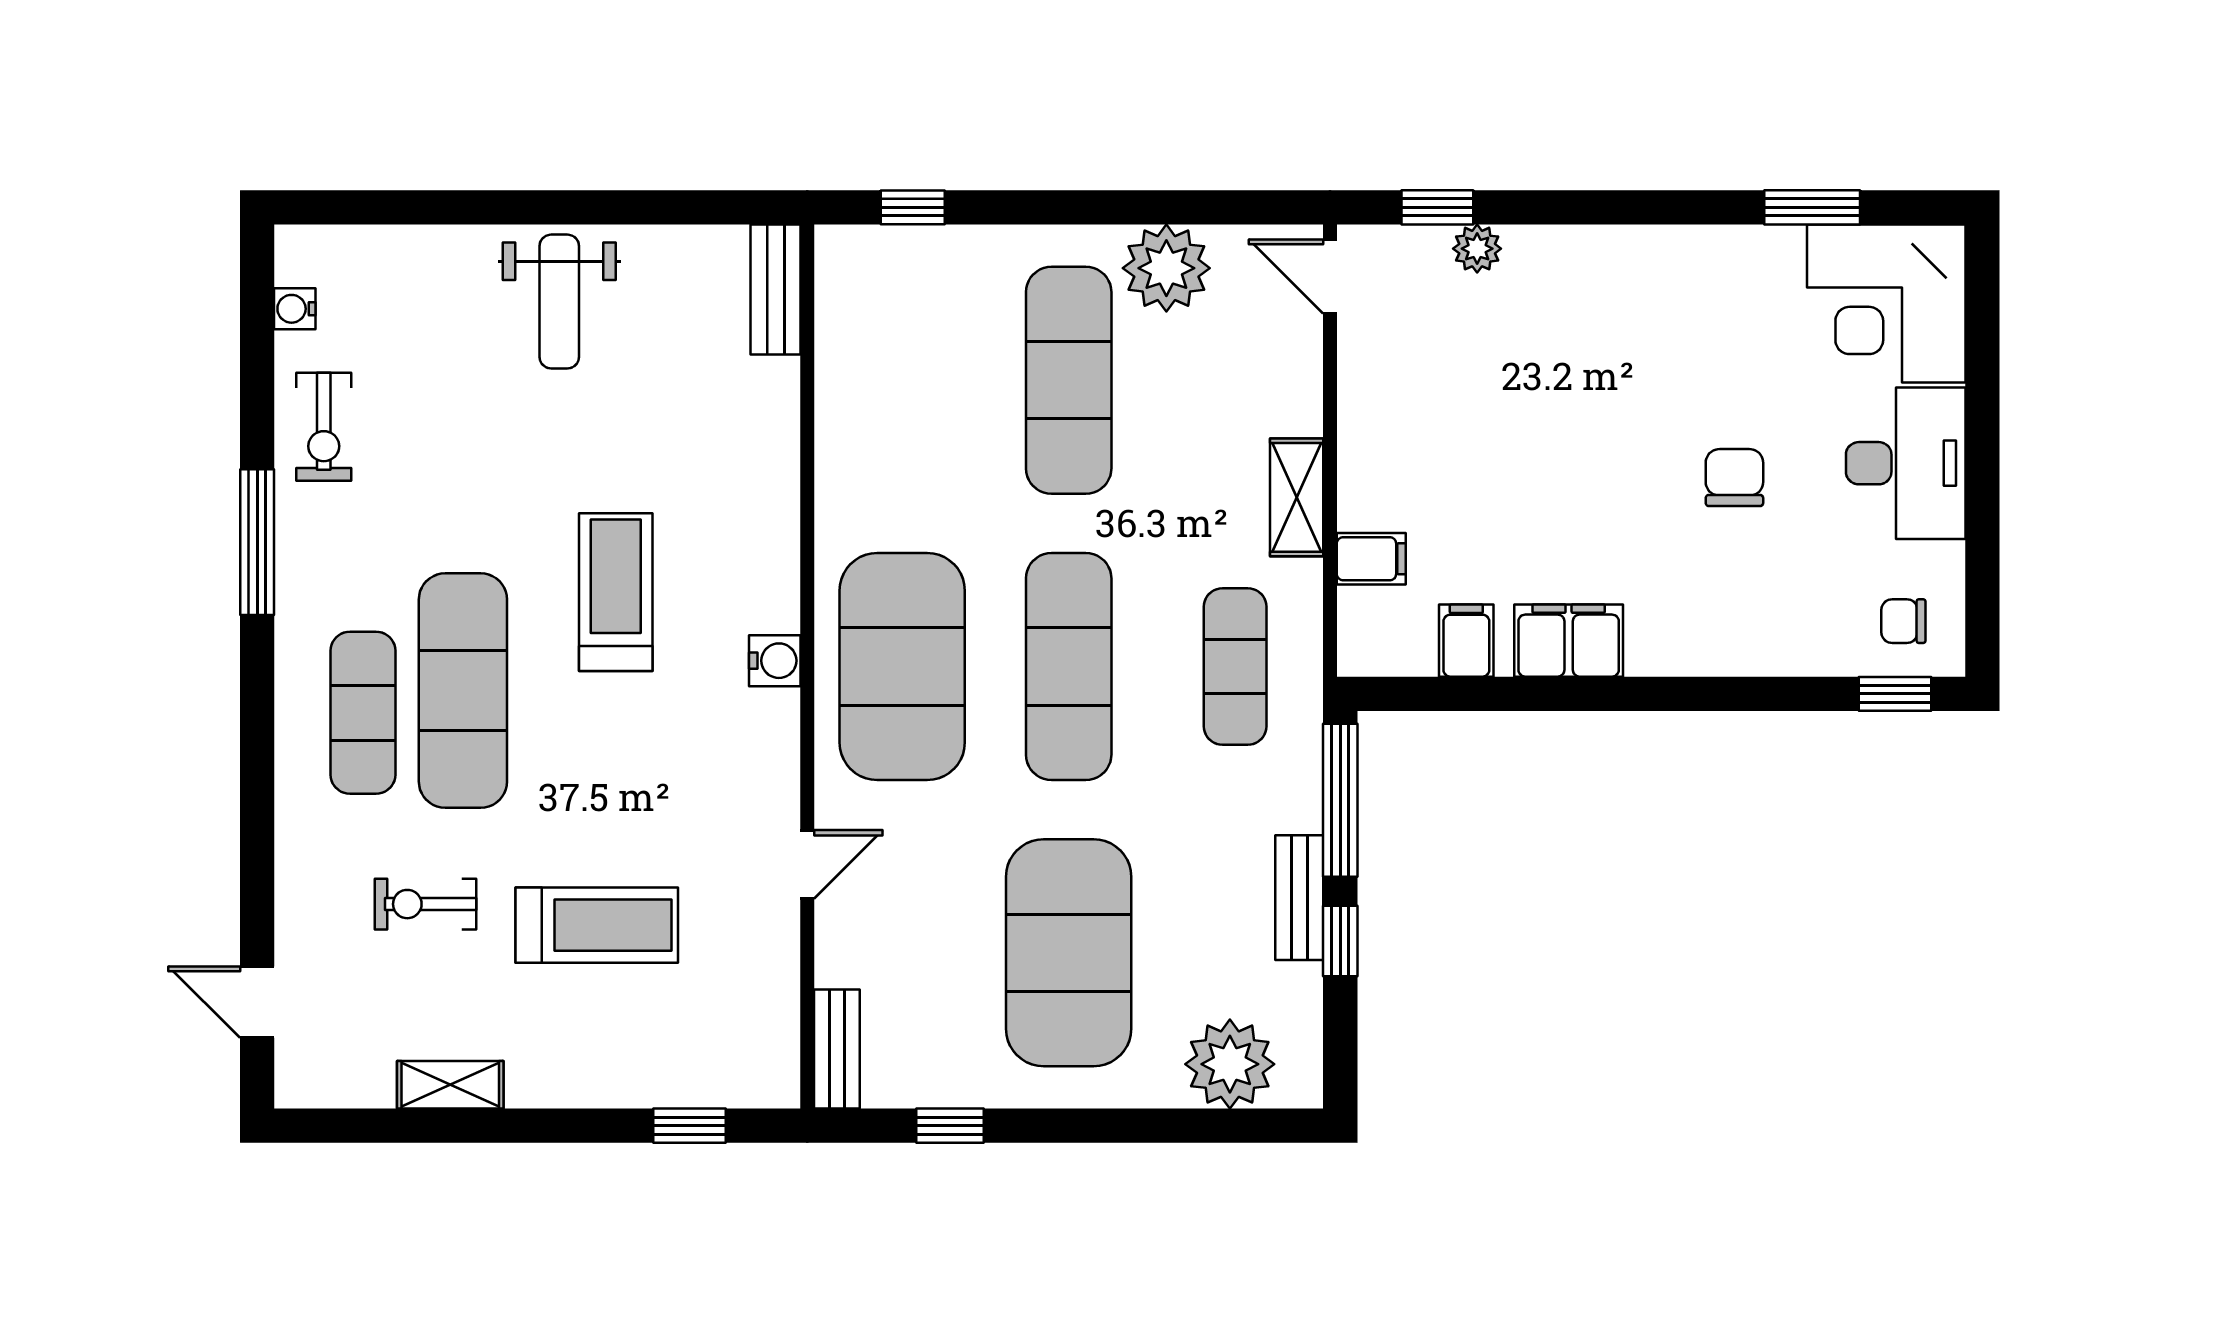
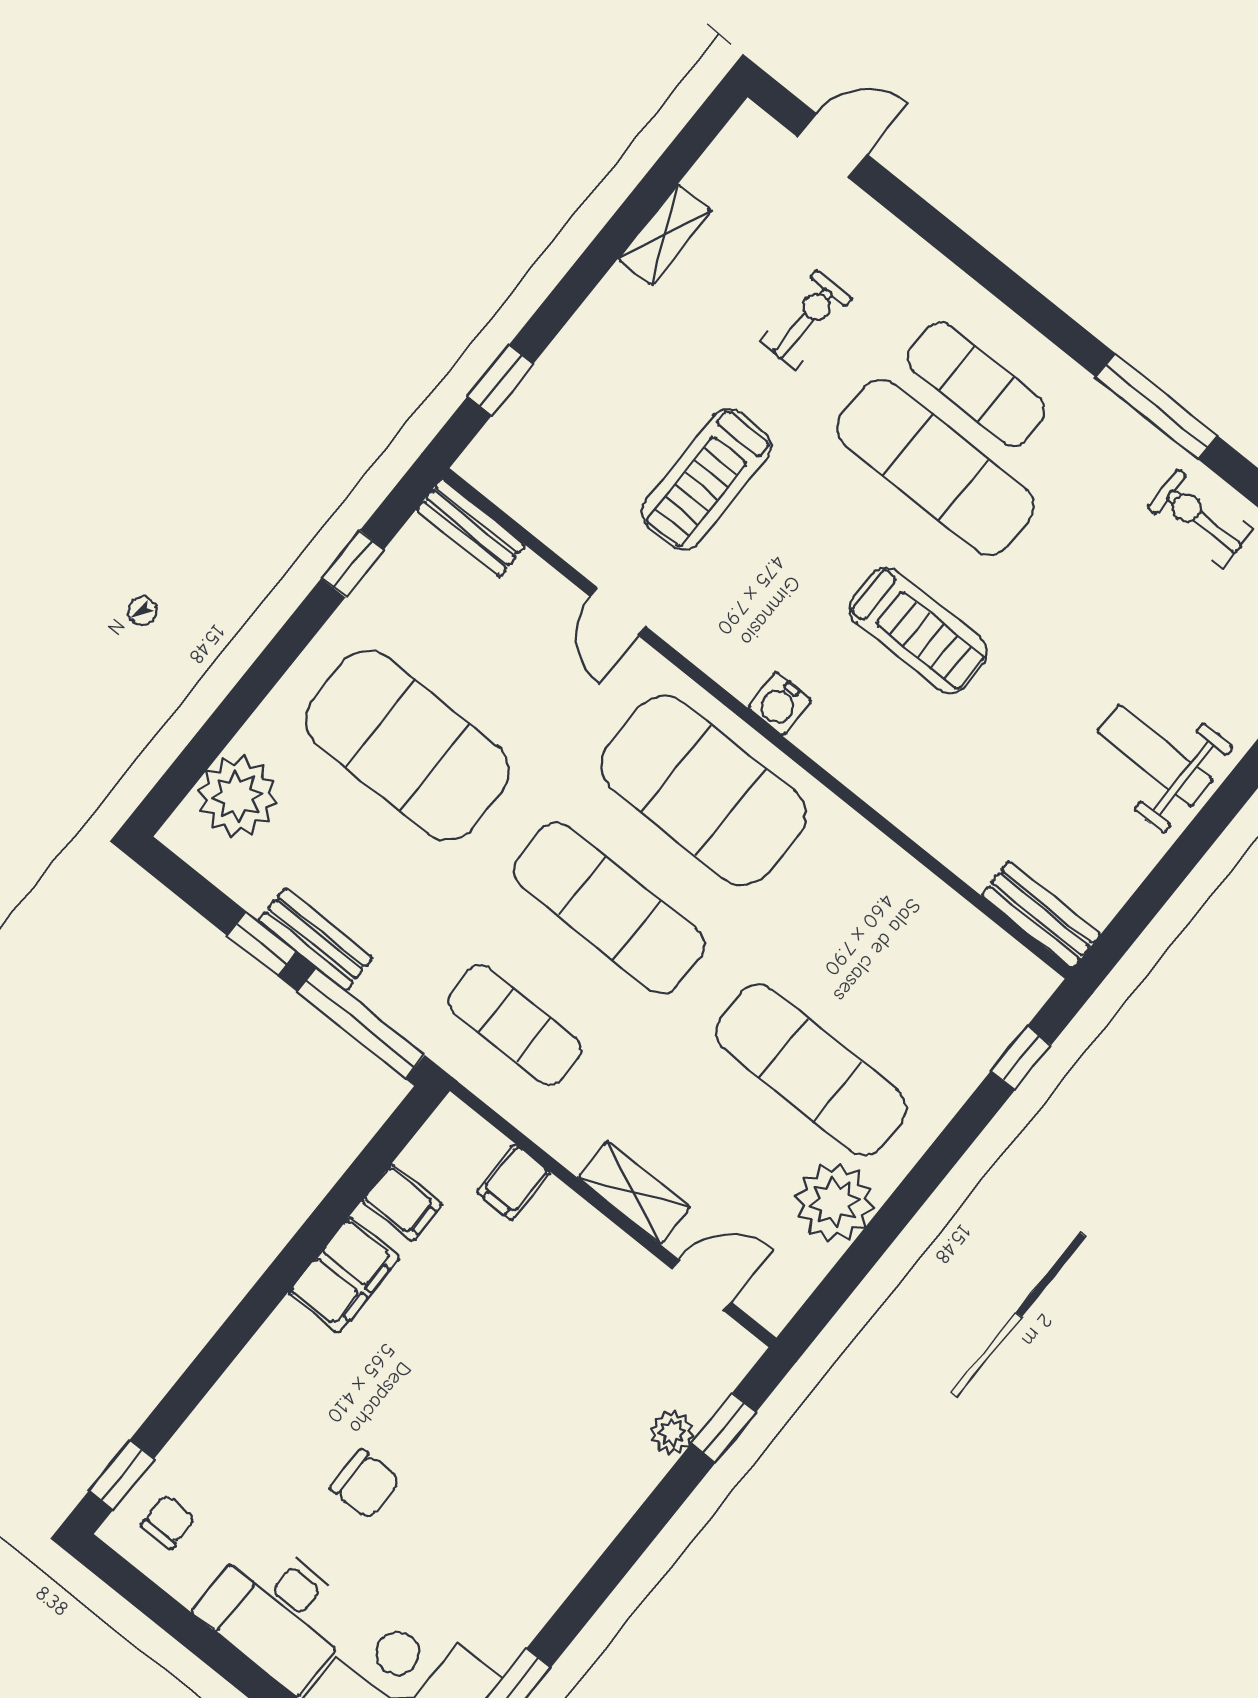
door: (1330, 276) -> (701, 1285), moved
shelving: (1297, 497) -> (634, 1192), moved
treadmill: (597, 925) -> (706, 479), moved

